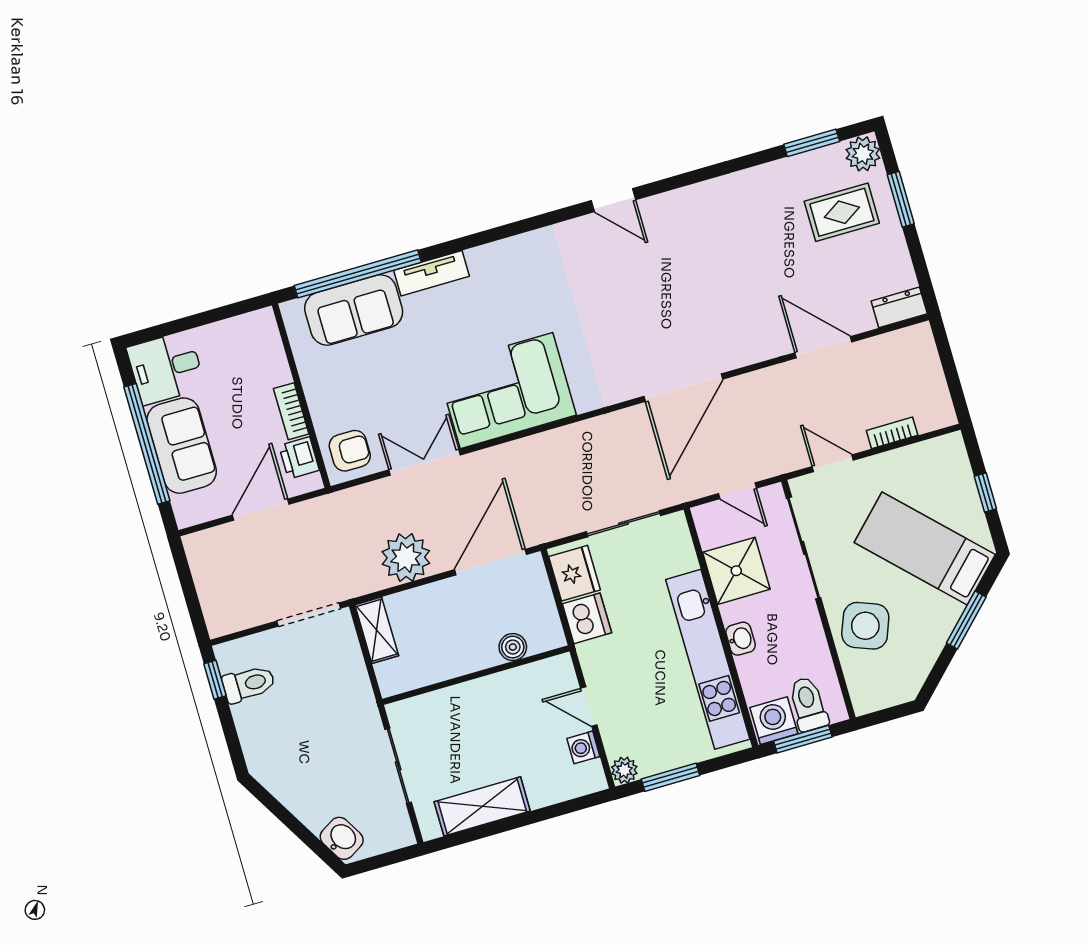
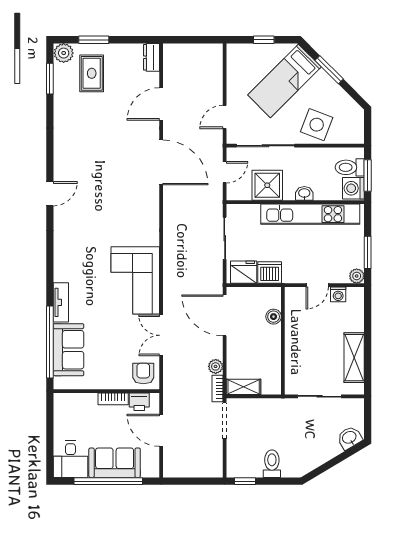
door: (683, 388) -> (161, 162), moved
bookcase: (892, 433) -> (218, 389), moved
plant: (406, 558) -> (216, 366), width x0.53, depth x0.53
toilet: (249, 684) -> (272, 464), moved

